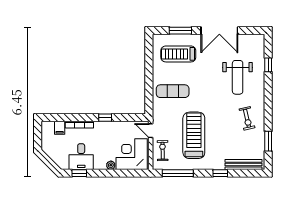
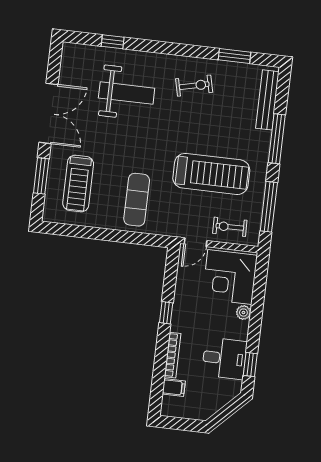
treadmill: (194, 135) -> (211, 174), turned 180
window: (220, 173) -> (277, 139), width x2.17

